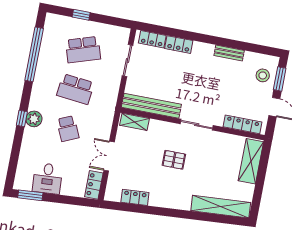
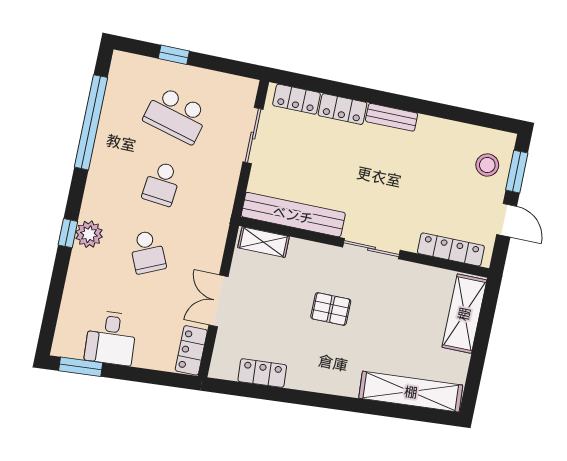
school desk: (83, 50) -> (176, 115), turned 33
bench: (229, 53) -> (392, 117), moved
school desk: (75, 89) -> (162, 184), width x0.54

